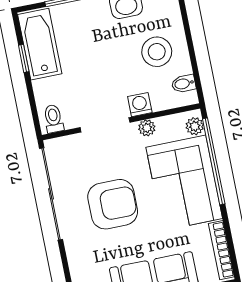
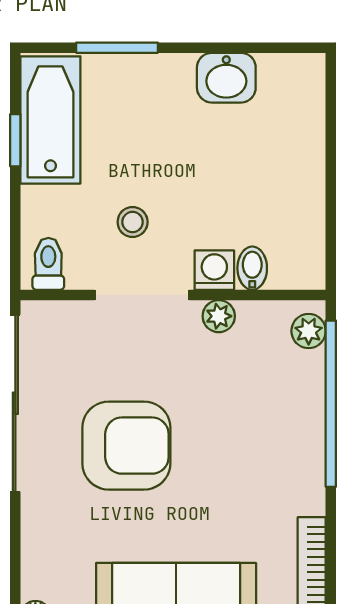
stool: (157, 52) -> (133, 222), moved, width x0.53, depth x0.53
bidet: (184, 84) -> (252, 268), moved, turned 90
corner sofa: (184, 183) -> (268, 433), removed

